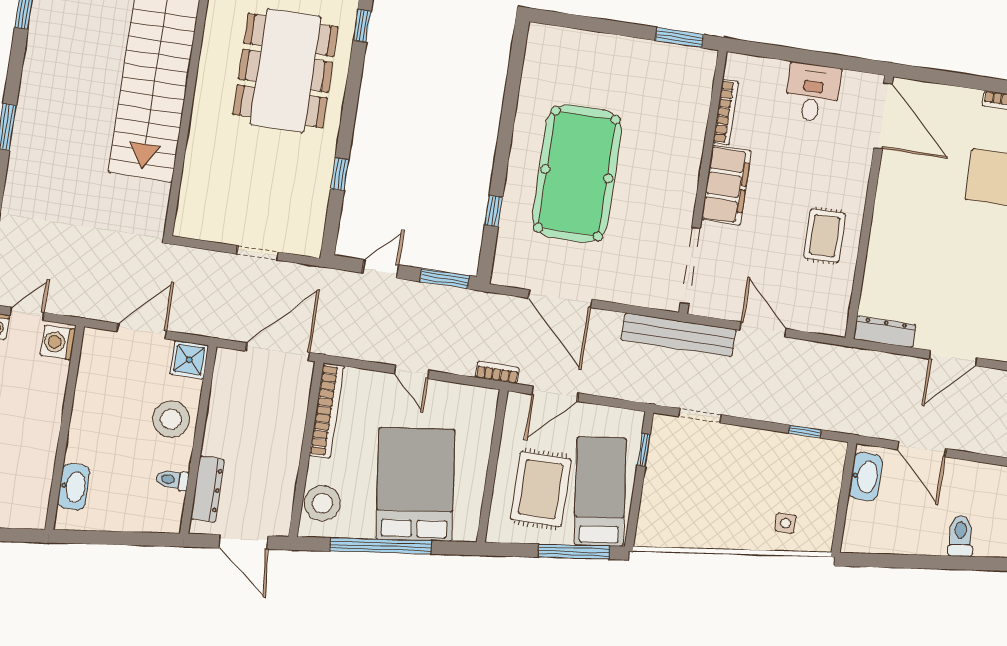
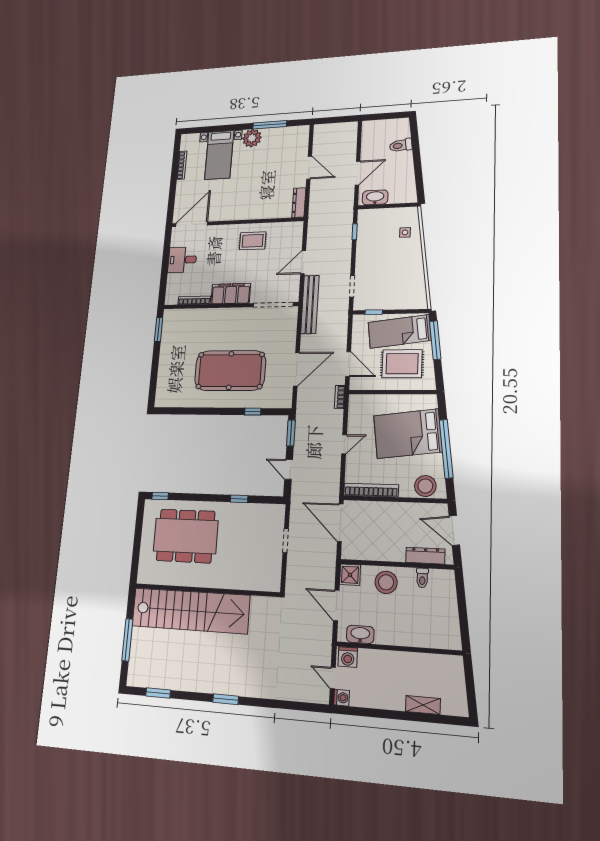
washbasin: (74, 487) -> (360, 634), moved
door: (243, 542) -> (454, 530), swing flipped

